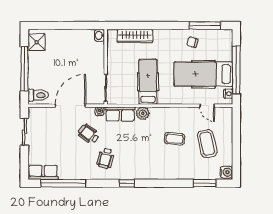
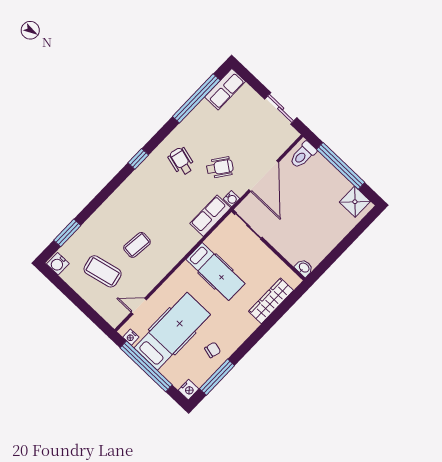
nightstand: (227, 35) -> (189, 390), added
plant: (143, 113) -> (190, 238), removed

